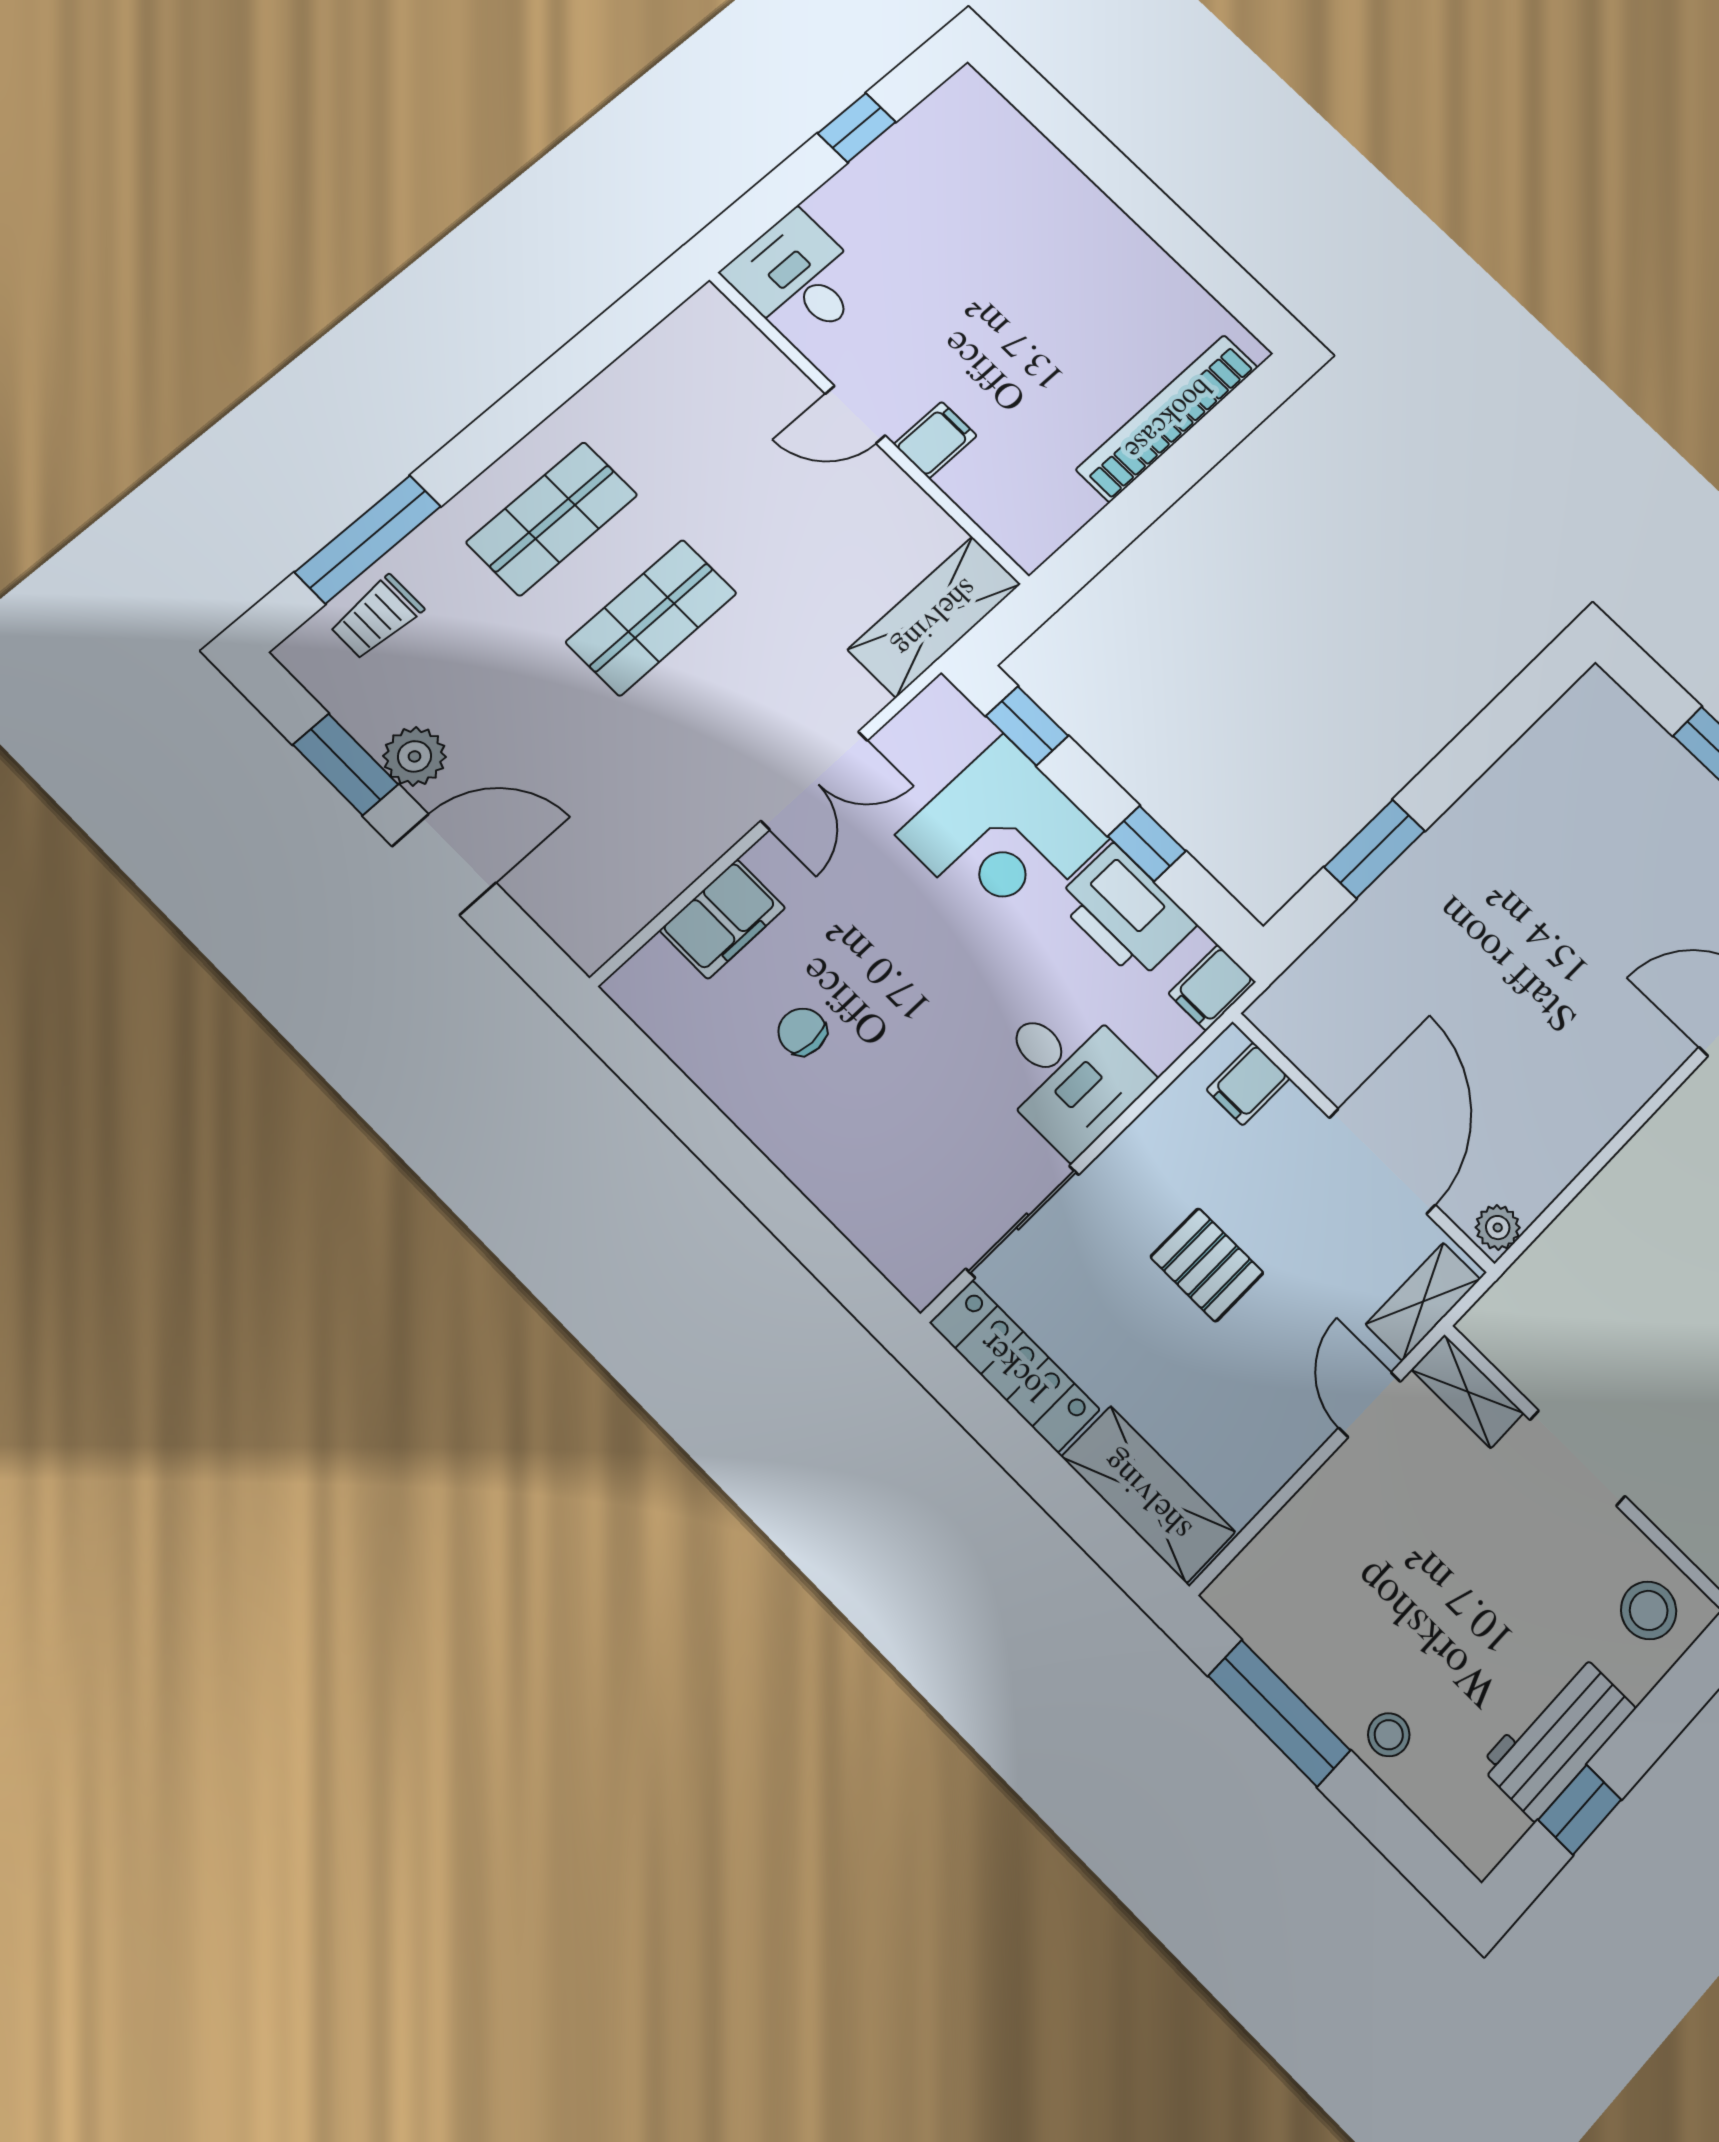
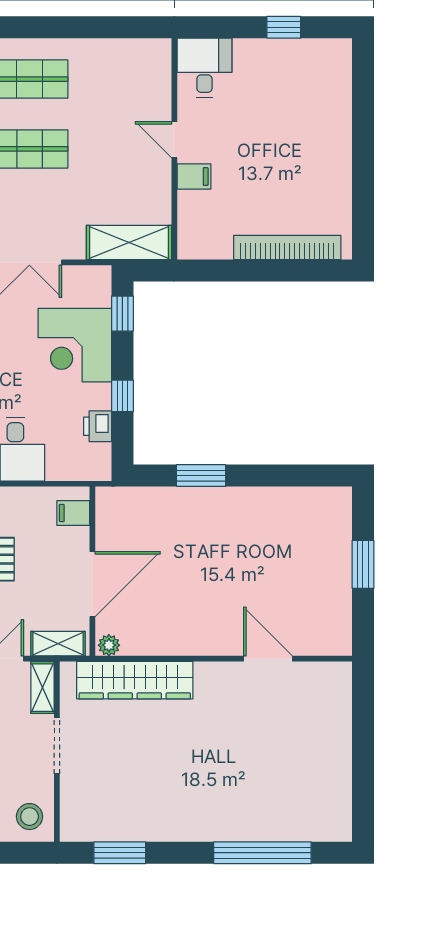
printer: (1126, 912) -> (98, 426), width x0.53, depth x0.68
filing cabinet: (1212, 988) -> (94, 468), removed
wardrobe: (1587, 1241) -> (135, 680), added

